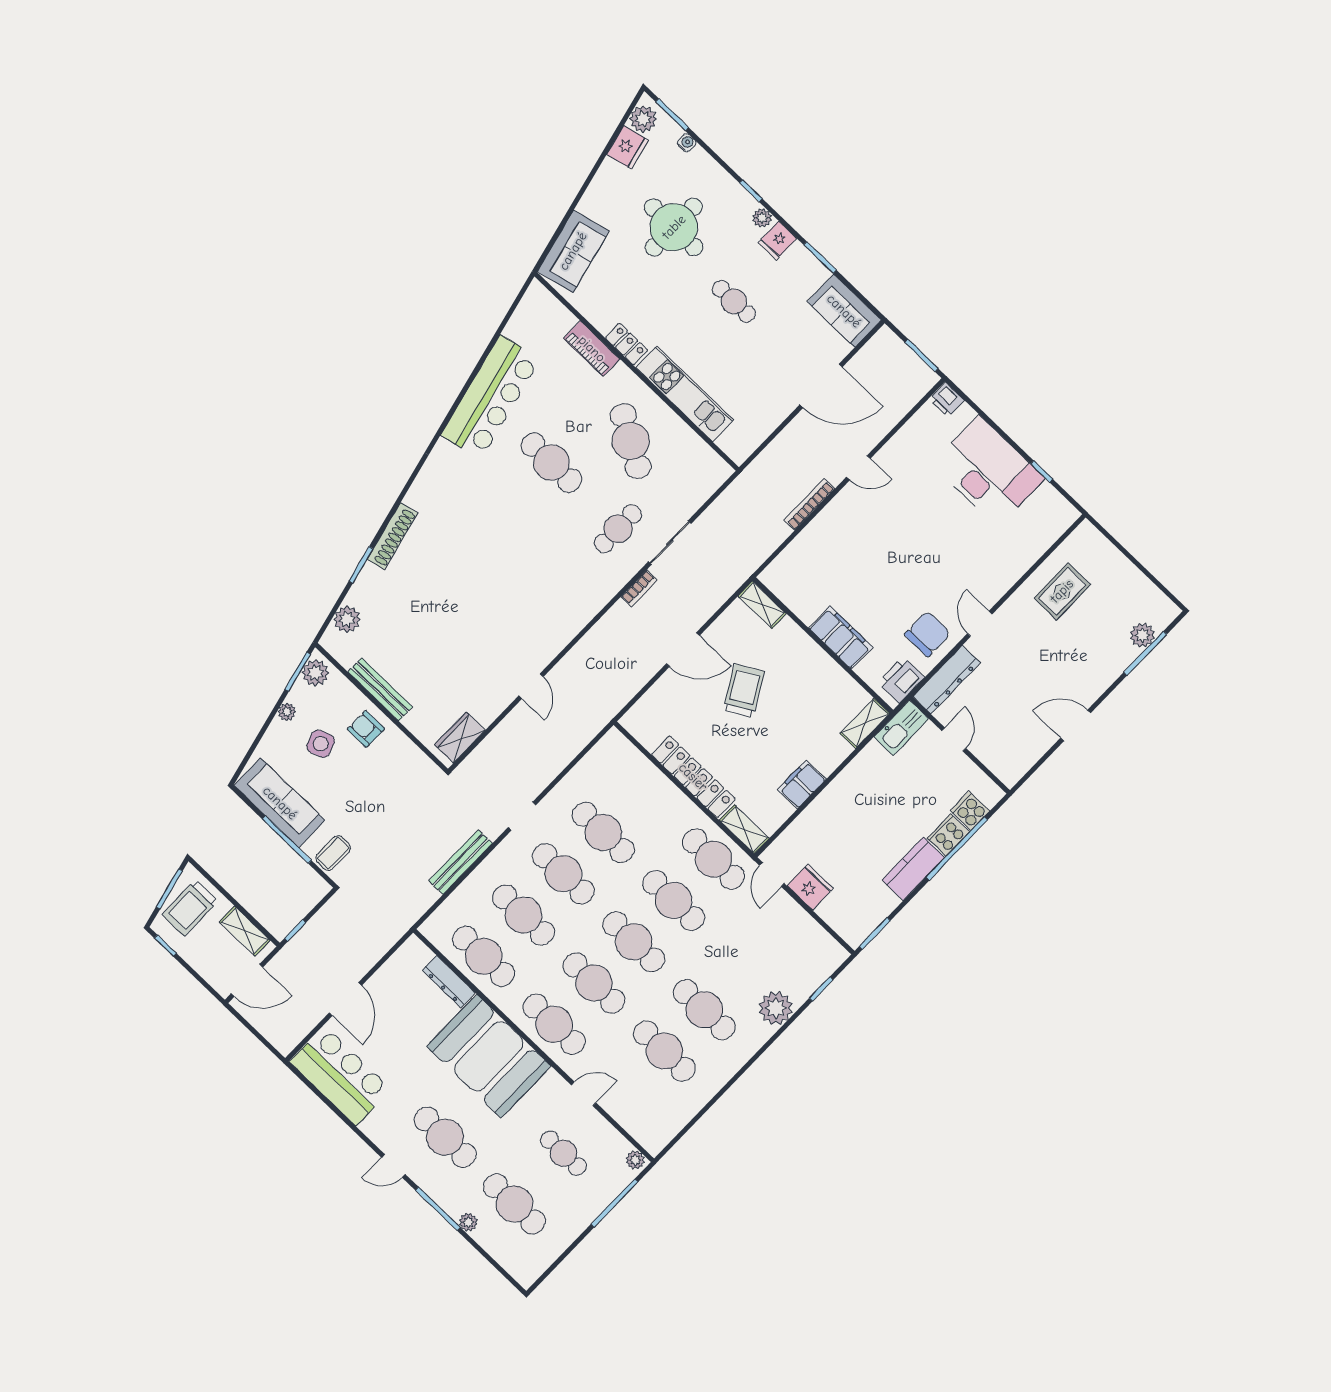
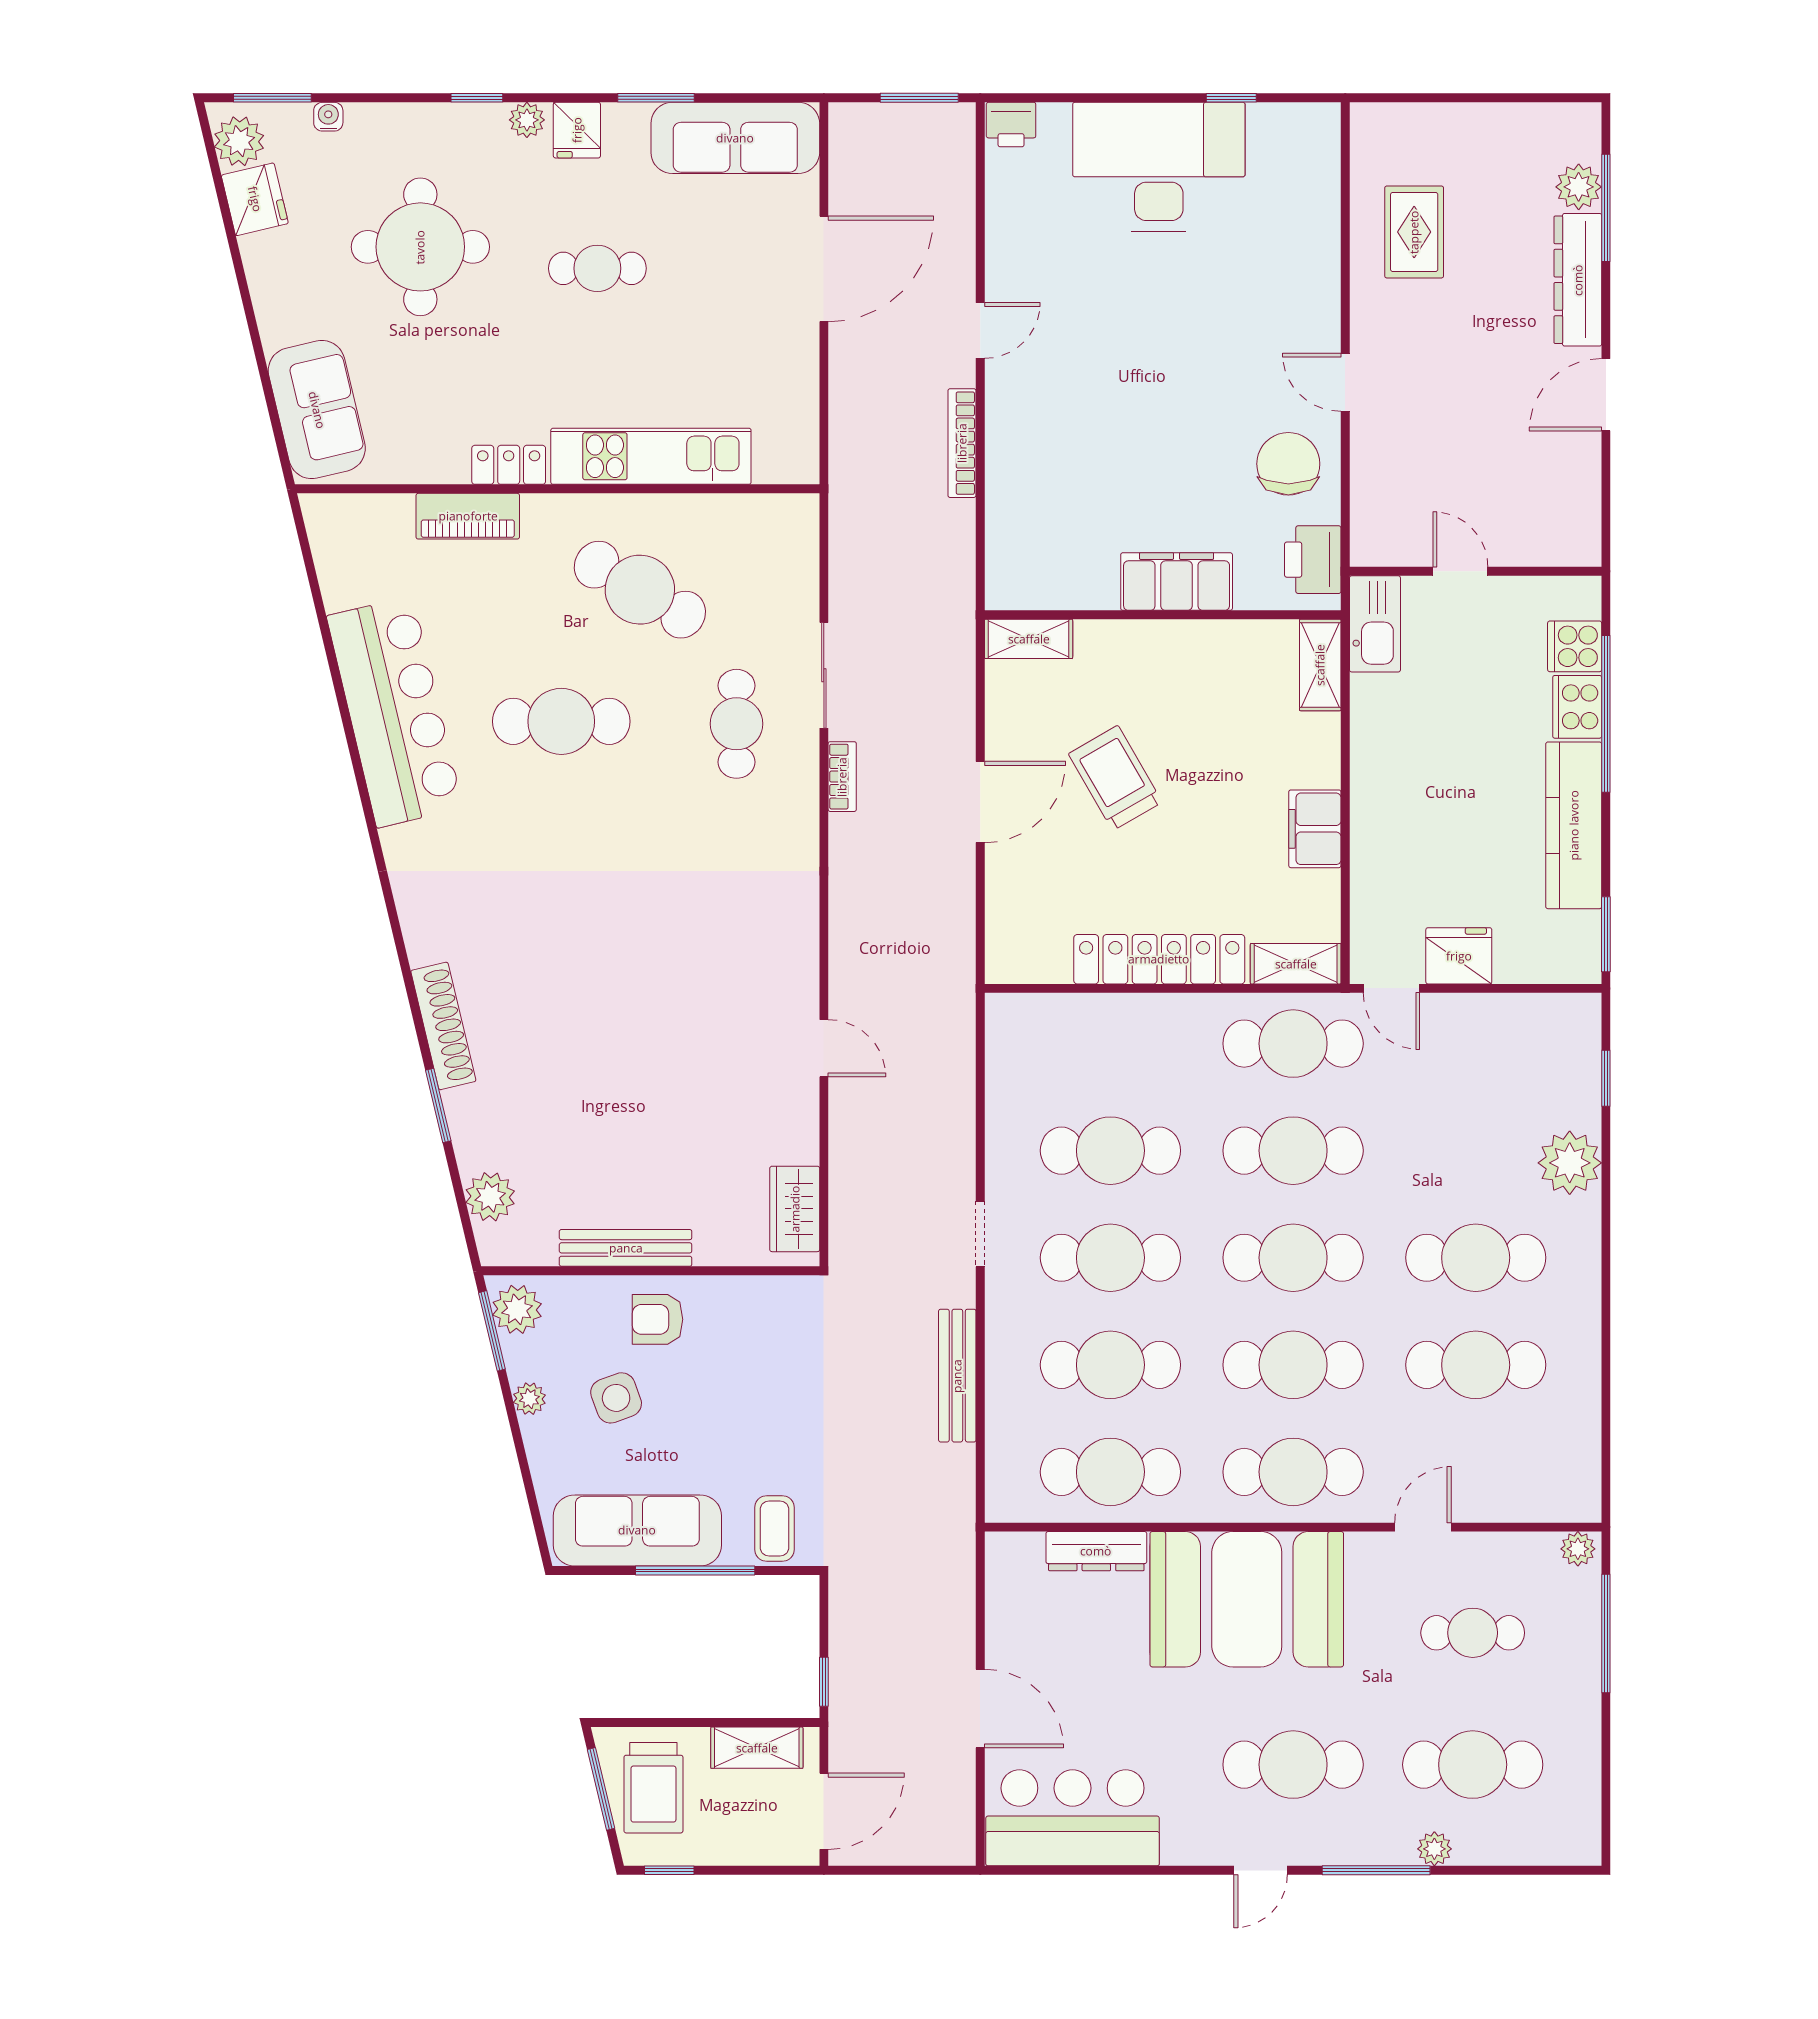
sofa: (844, 311) -> (735, 138), width x1.36
dresser: (947, 680) -> (1578, 280), moved, turned 180
kitchen counter: (913, 869) -> (1574, 825), width x1.50

